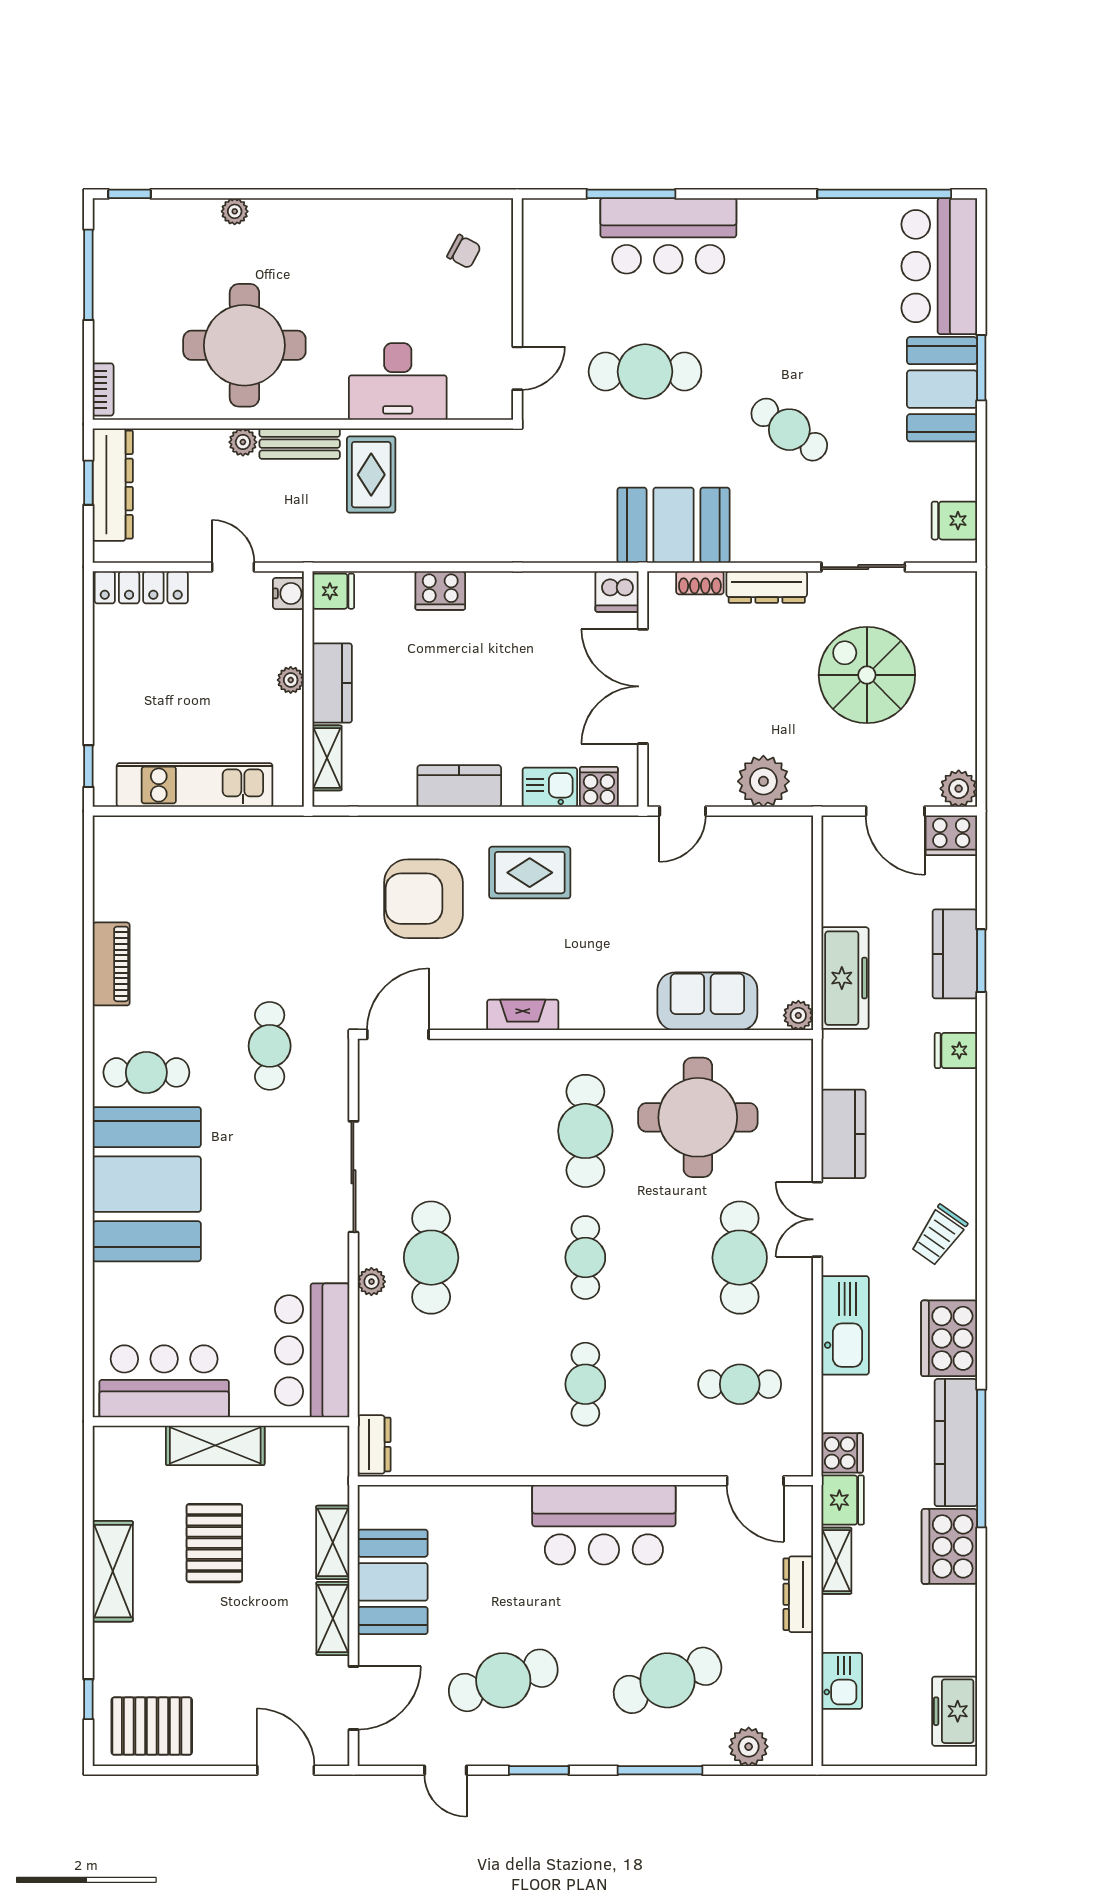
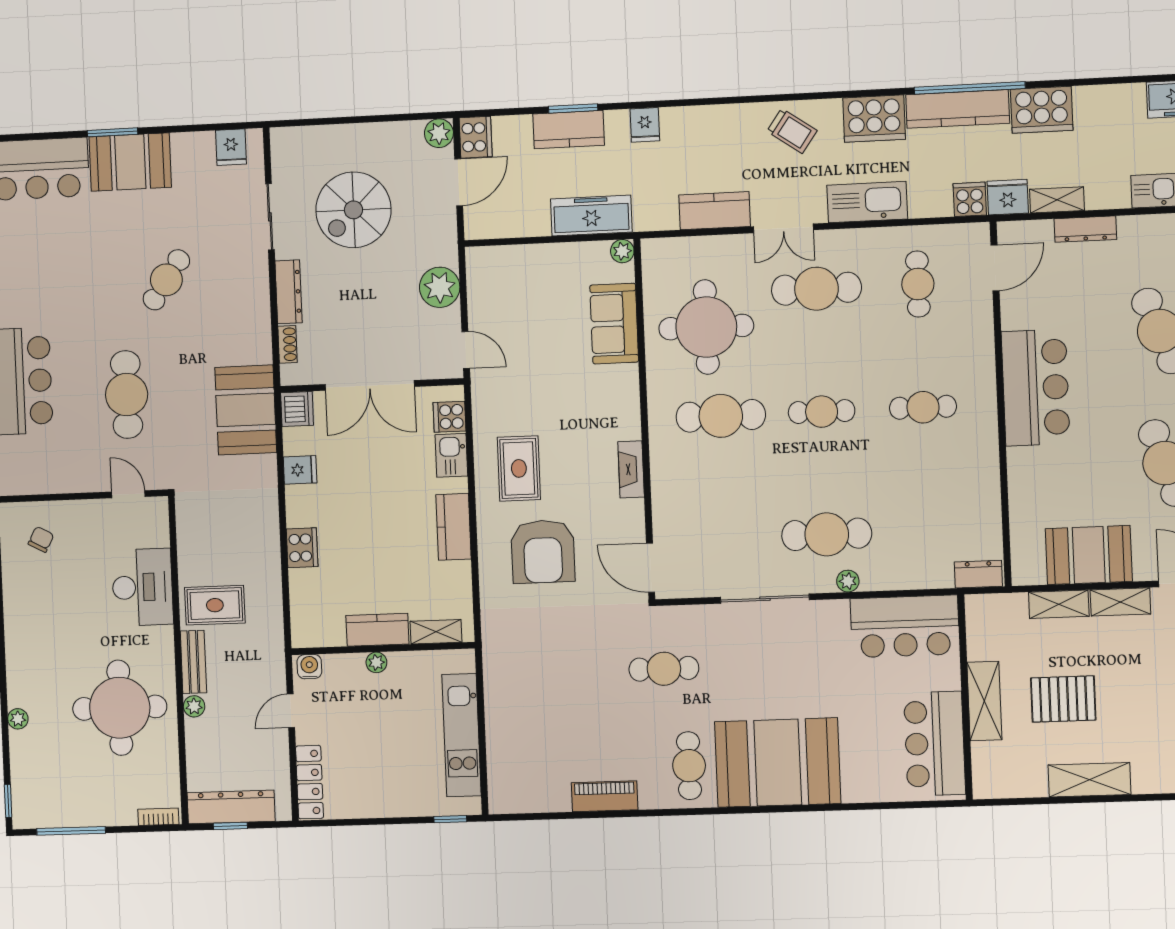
booth: (673, 525) -> (246, 410), moved
fridge: (333, 591) -> (300, 470), moved, turned 90

